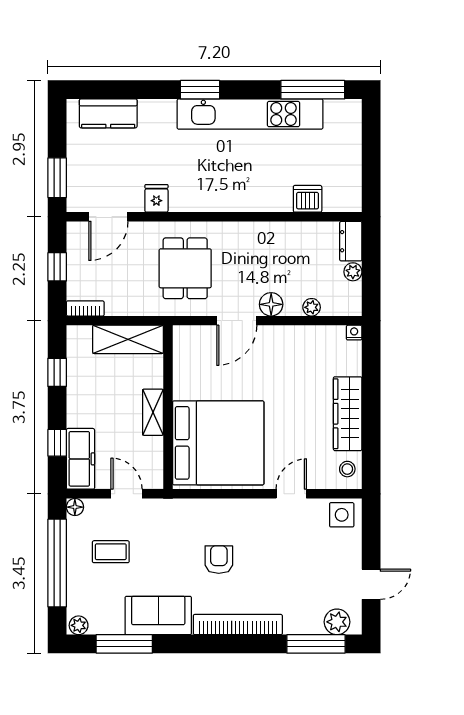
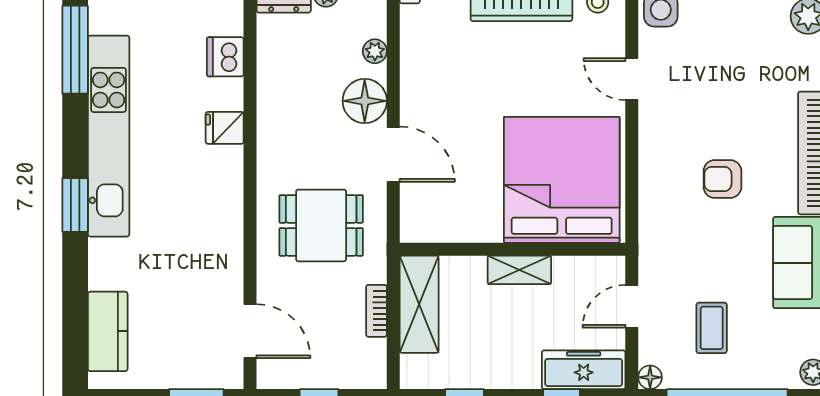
fridge: (156, 198) -> (225, 128), moved
floor lamp: (271, 304) -> (365, 101), width x1.38, depth x1.38
bookcase: (85, 308) -> (376, 311), moved

